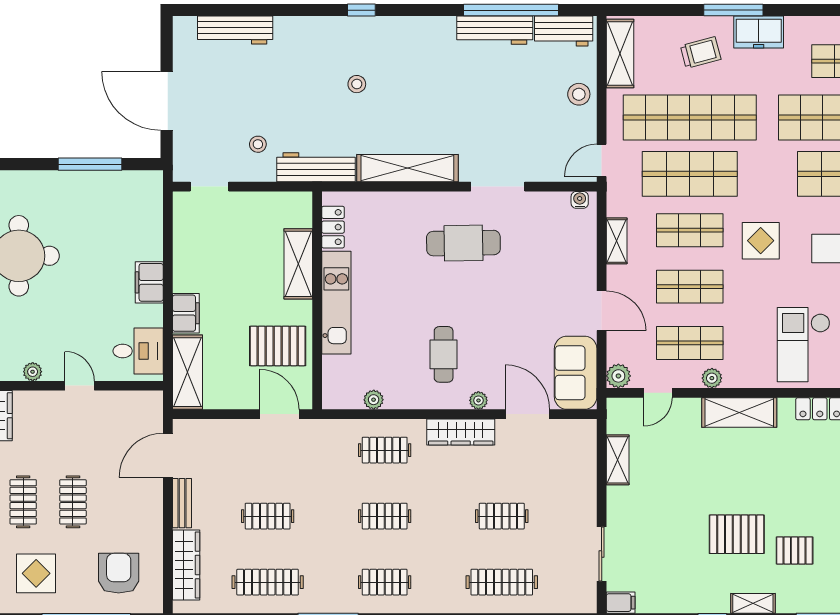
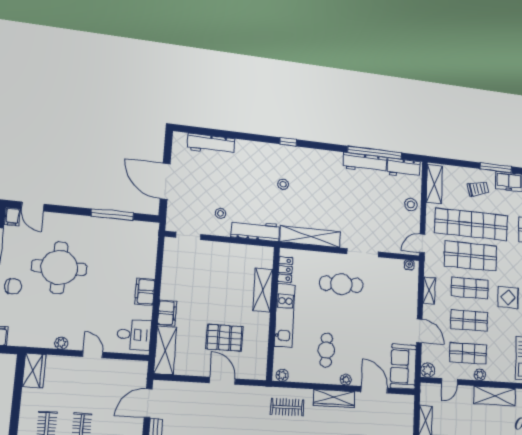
locker: (333, 227) -> (285, 270), moved
shelving: (298, 264) -> (263, 290), moved
wall: (317, 300) -> (273, 313), moved
kitchen unit: (336, 303) -> (285, 315), moved

